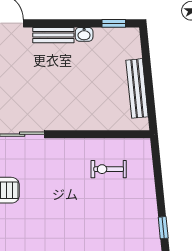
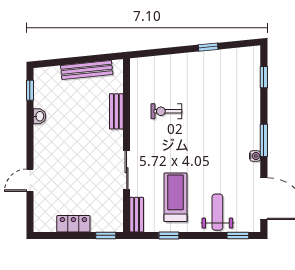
bench: (53, 35) -> (116, 111), moved
exercise bike: (109, 169) -> (166, 111), moved, turned 90

